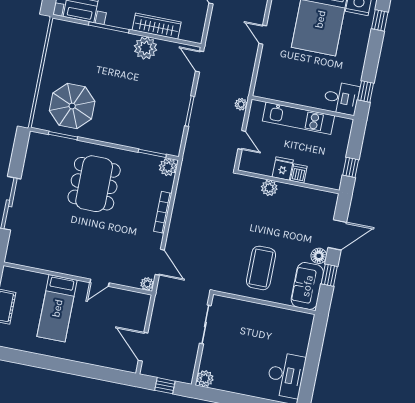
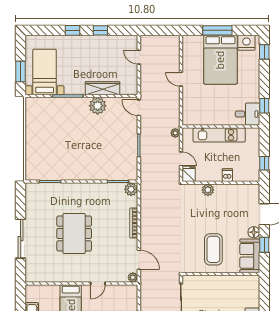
parasol: (72, 106) -> (53, 159), removed
fridge: (283, 169) -> (189, 174), moved
dining table: (94, 184) -> (74, 234), moved

